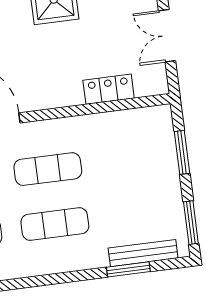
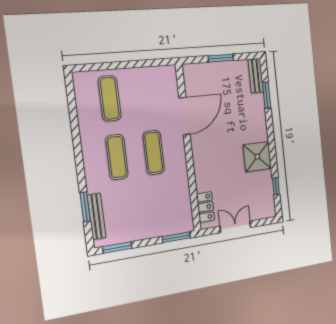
locker: (109, 89) -> (206, 207), moved
window: (182, 152) -> (176, 237), moved

